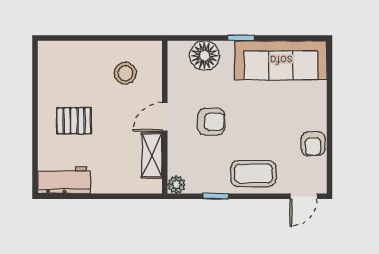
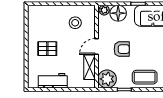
plant: (179, 50) -> (104, 10), added
workbench: (64, 180) -> (53, 81), moved
plant: (176, 185) -> (107, 79), width x1.87, depth x1.87

